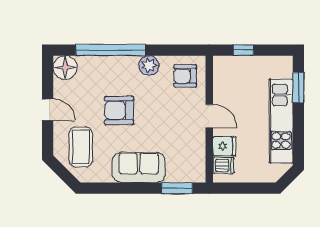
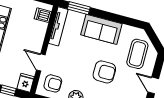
door: (209, 116) -> (41, 62), moved
fridge: (225, 146) -> (26, 83), moved, turned 90
tv unit: (198, 156) -> (58, 26), added

